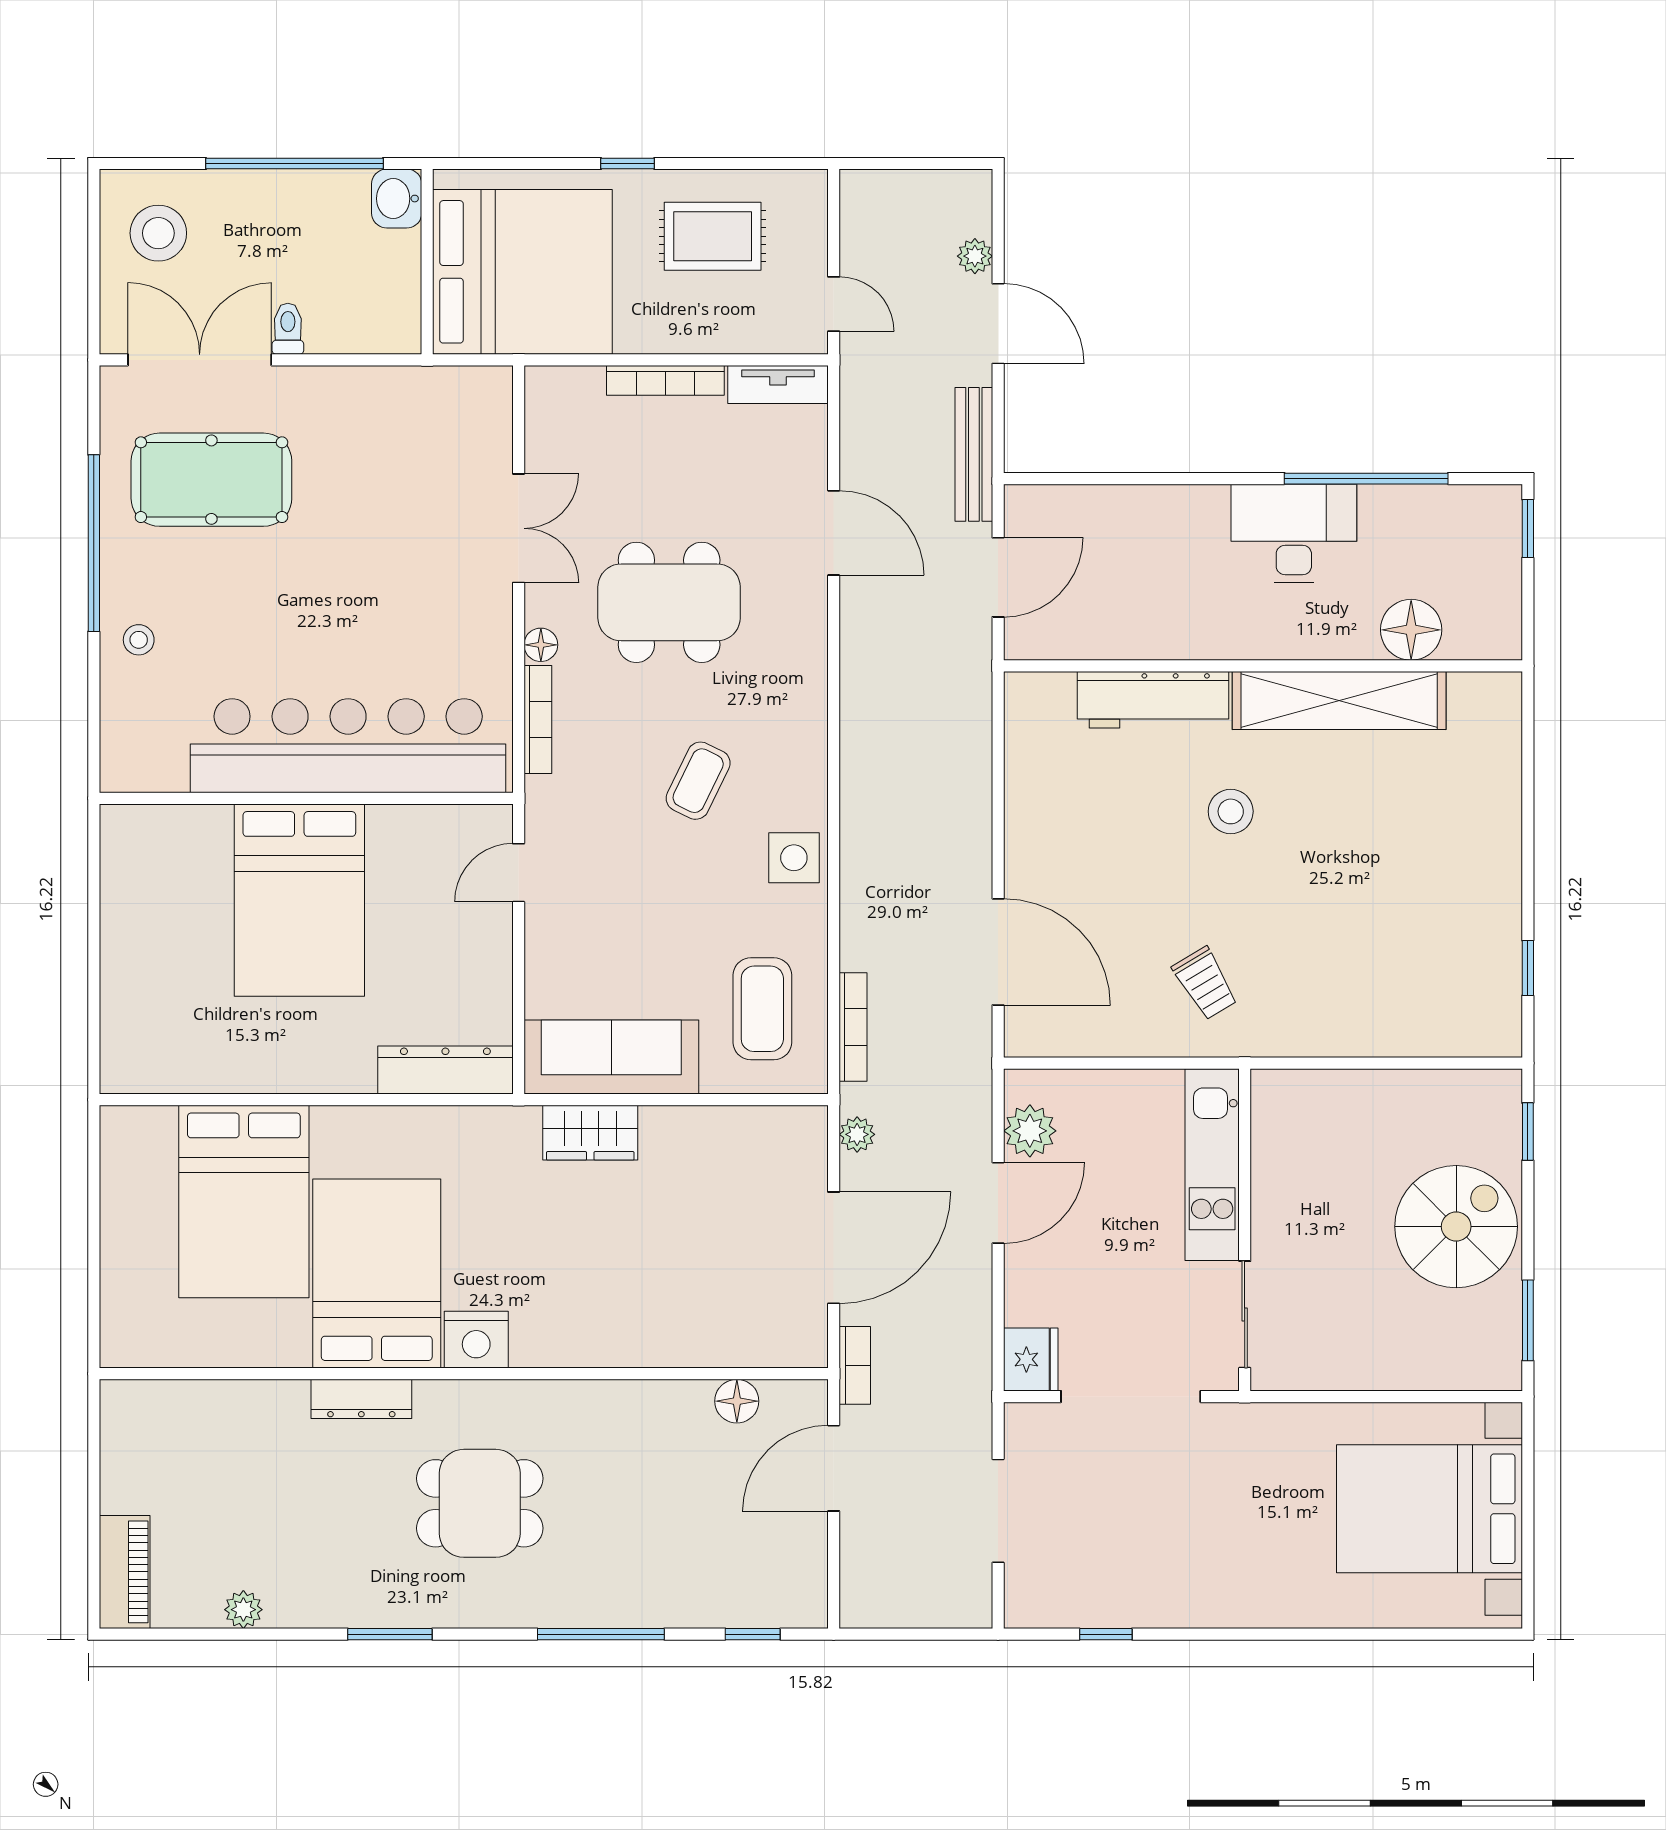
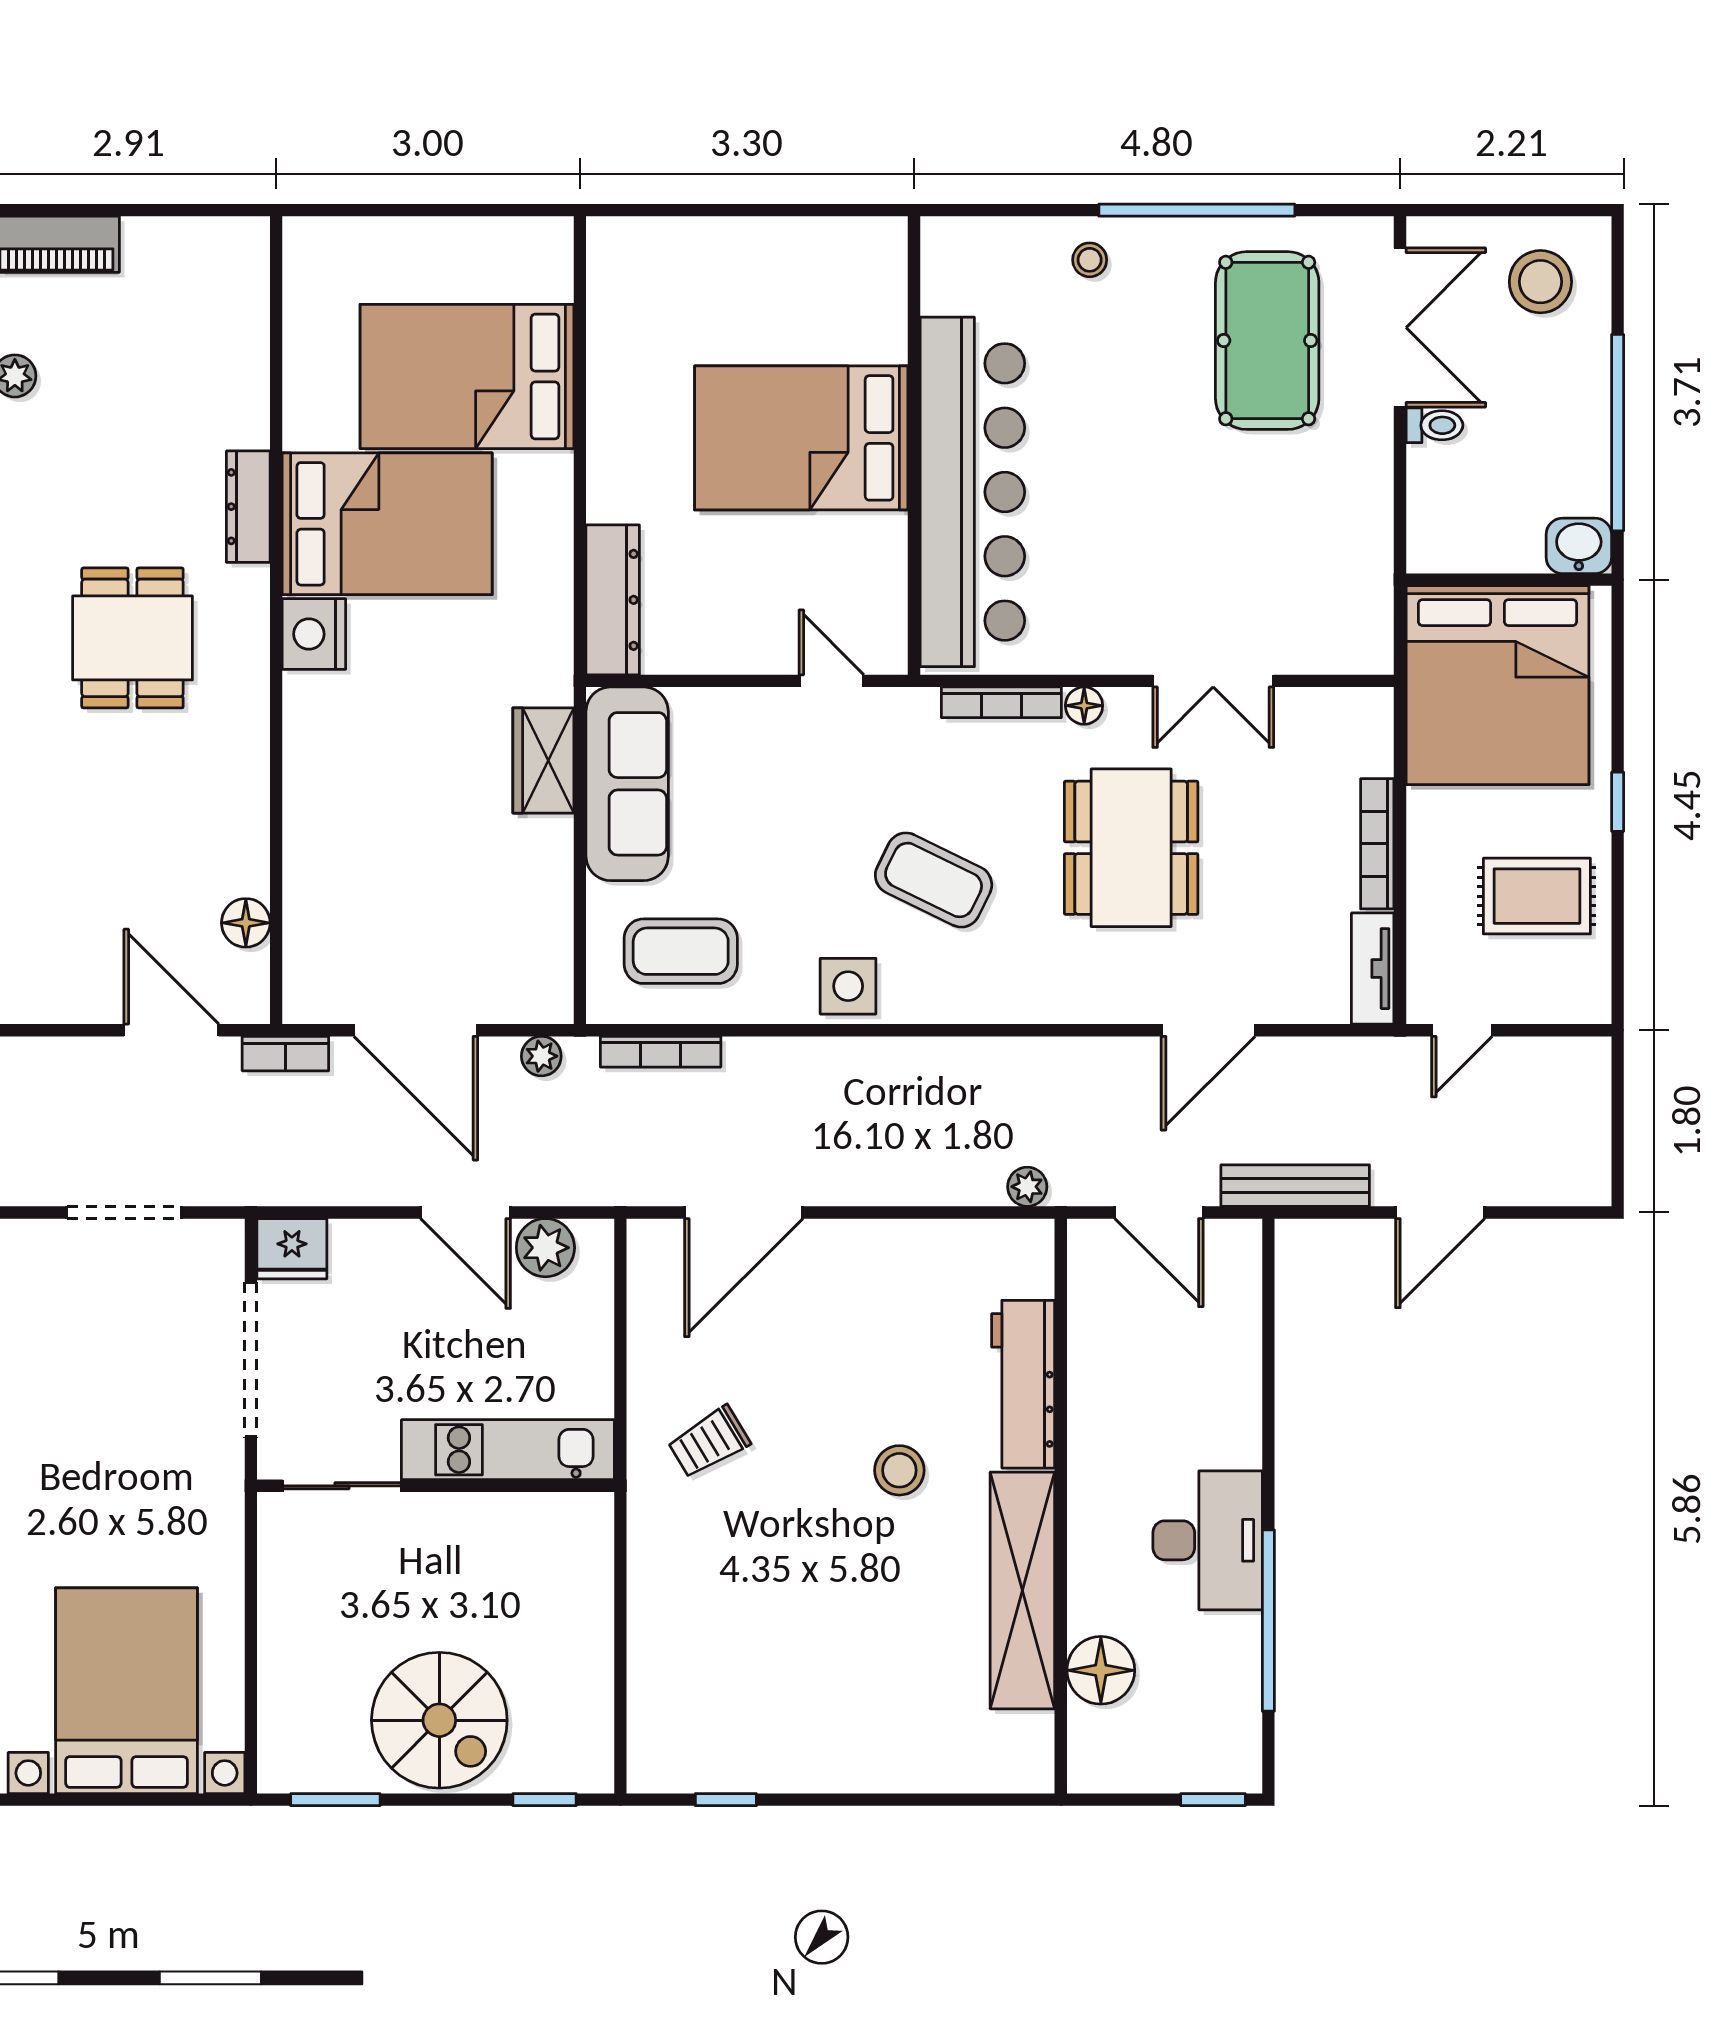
rug: (713, 236) -> (1537, 896), turned 90
plant: (975, 256) -> (1027, 1187), moved
coffee table: (698, 781) -> (934, 880), width x1.36, depth x1.30

